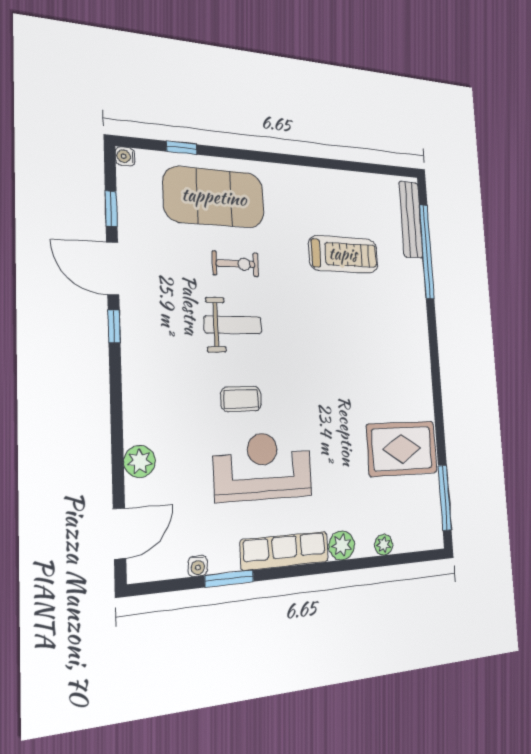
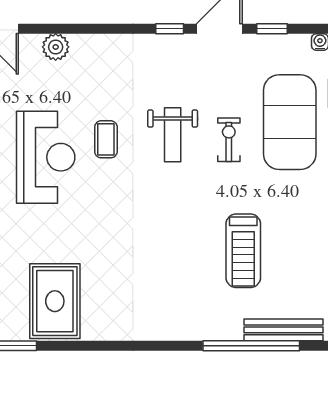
exercise bike: (236, 264) -> (229, 140), turned 180

